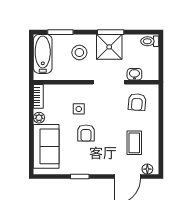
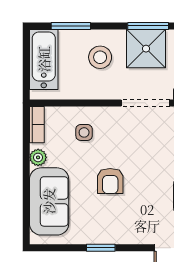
side table: (79, 109) -> (84, 132), moved

